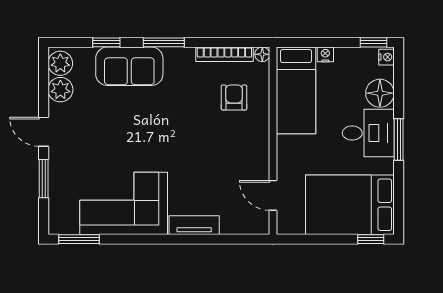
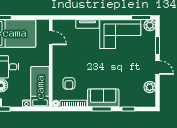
plant: (60, 63) -> (150, 25), moved
sofa: (129, 66) -> (103, 98), moved

